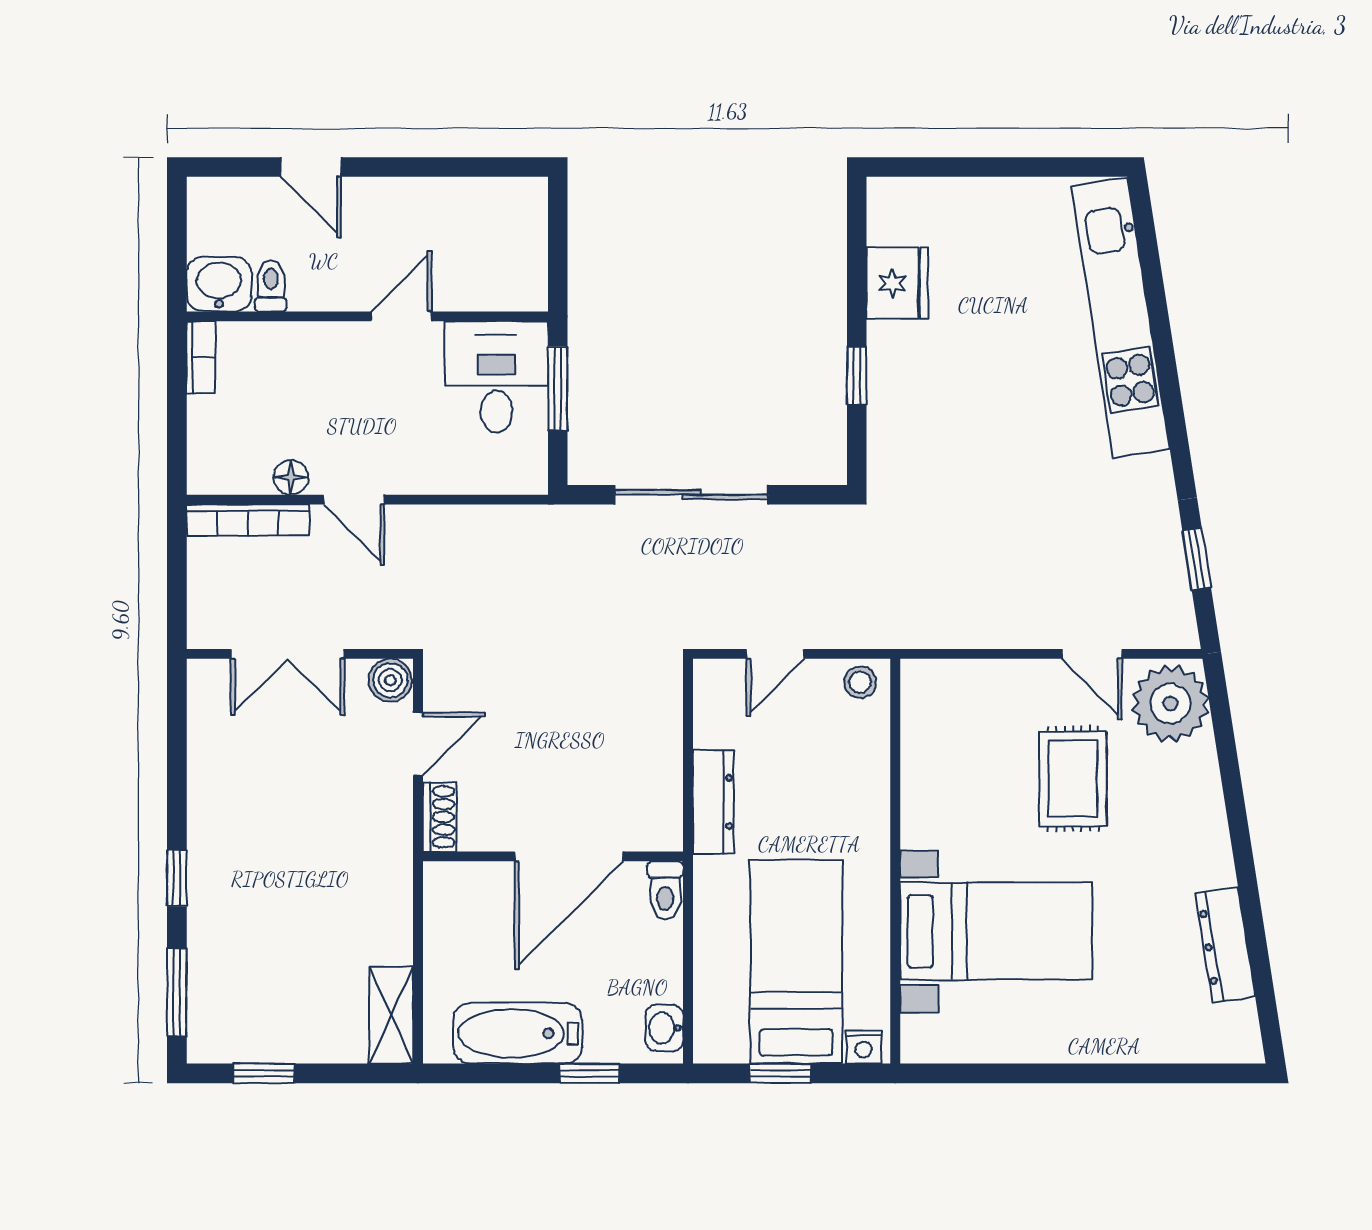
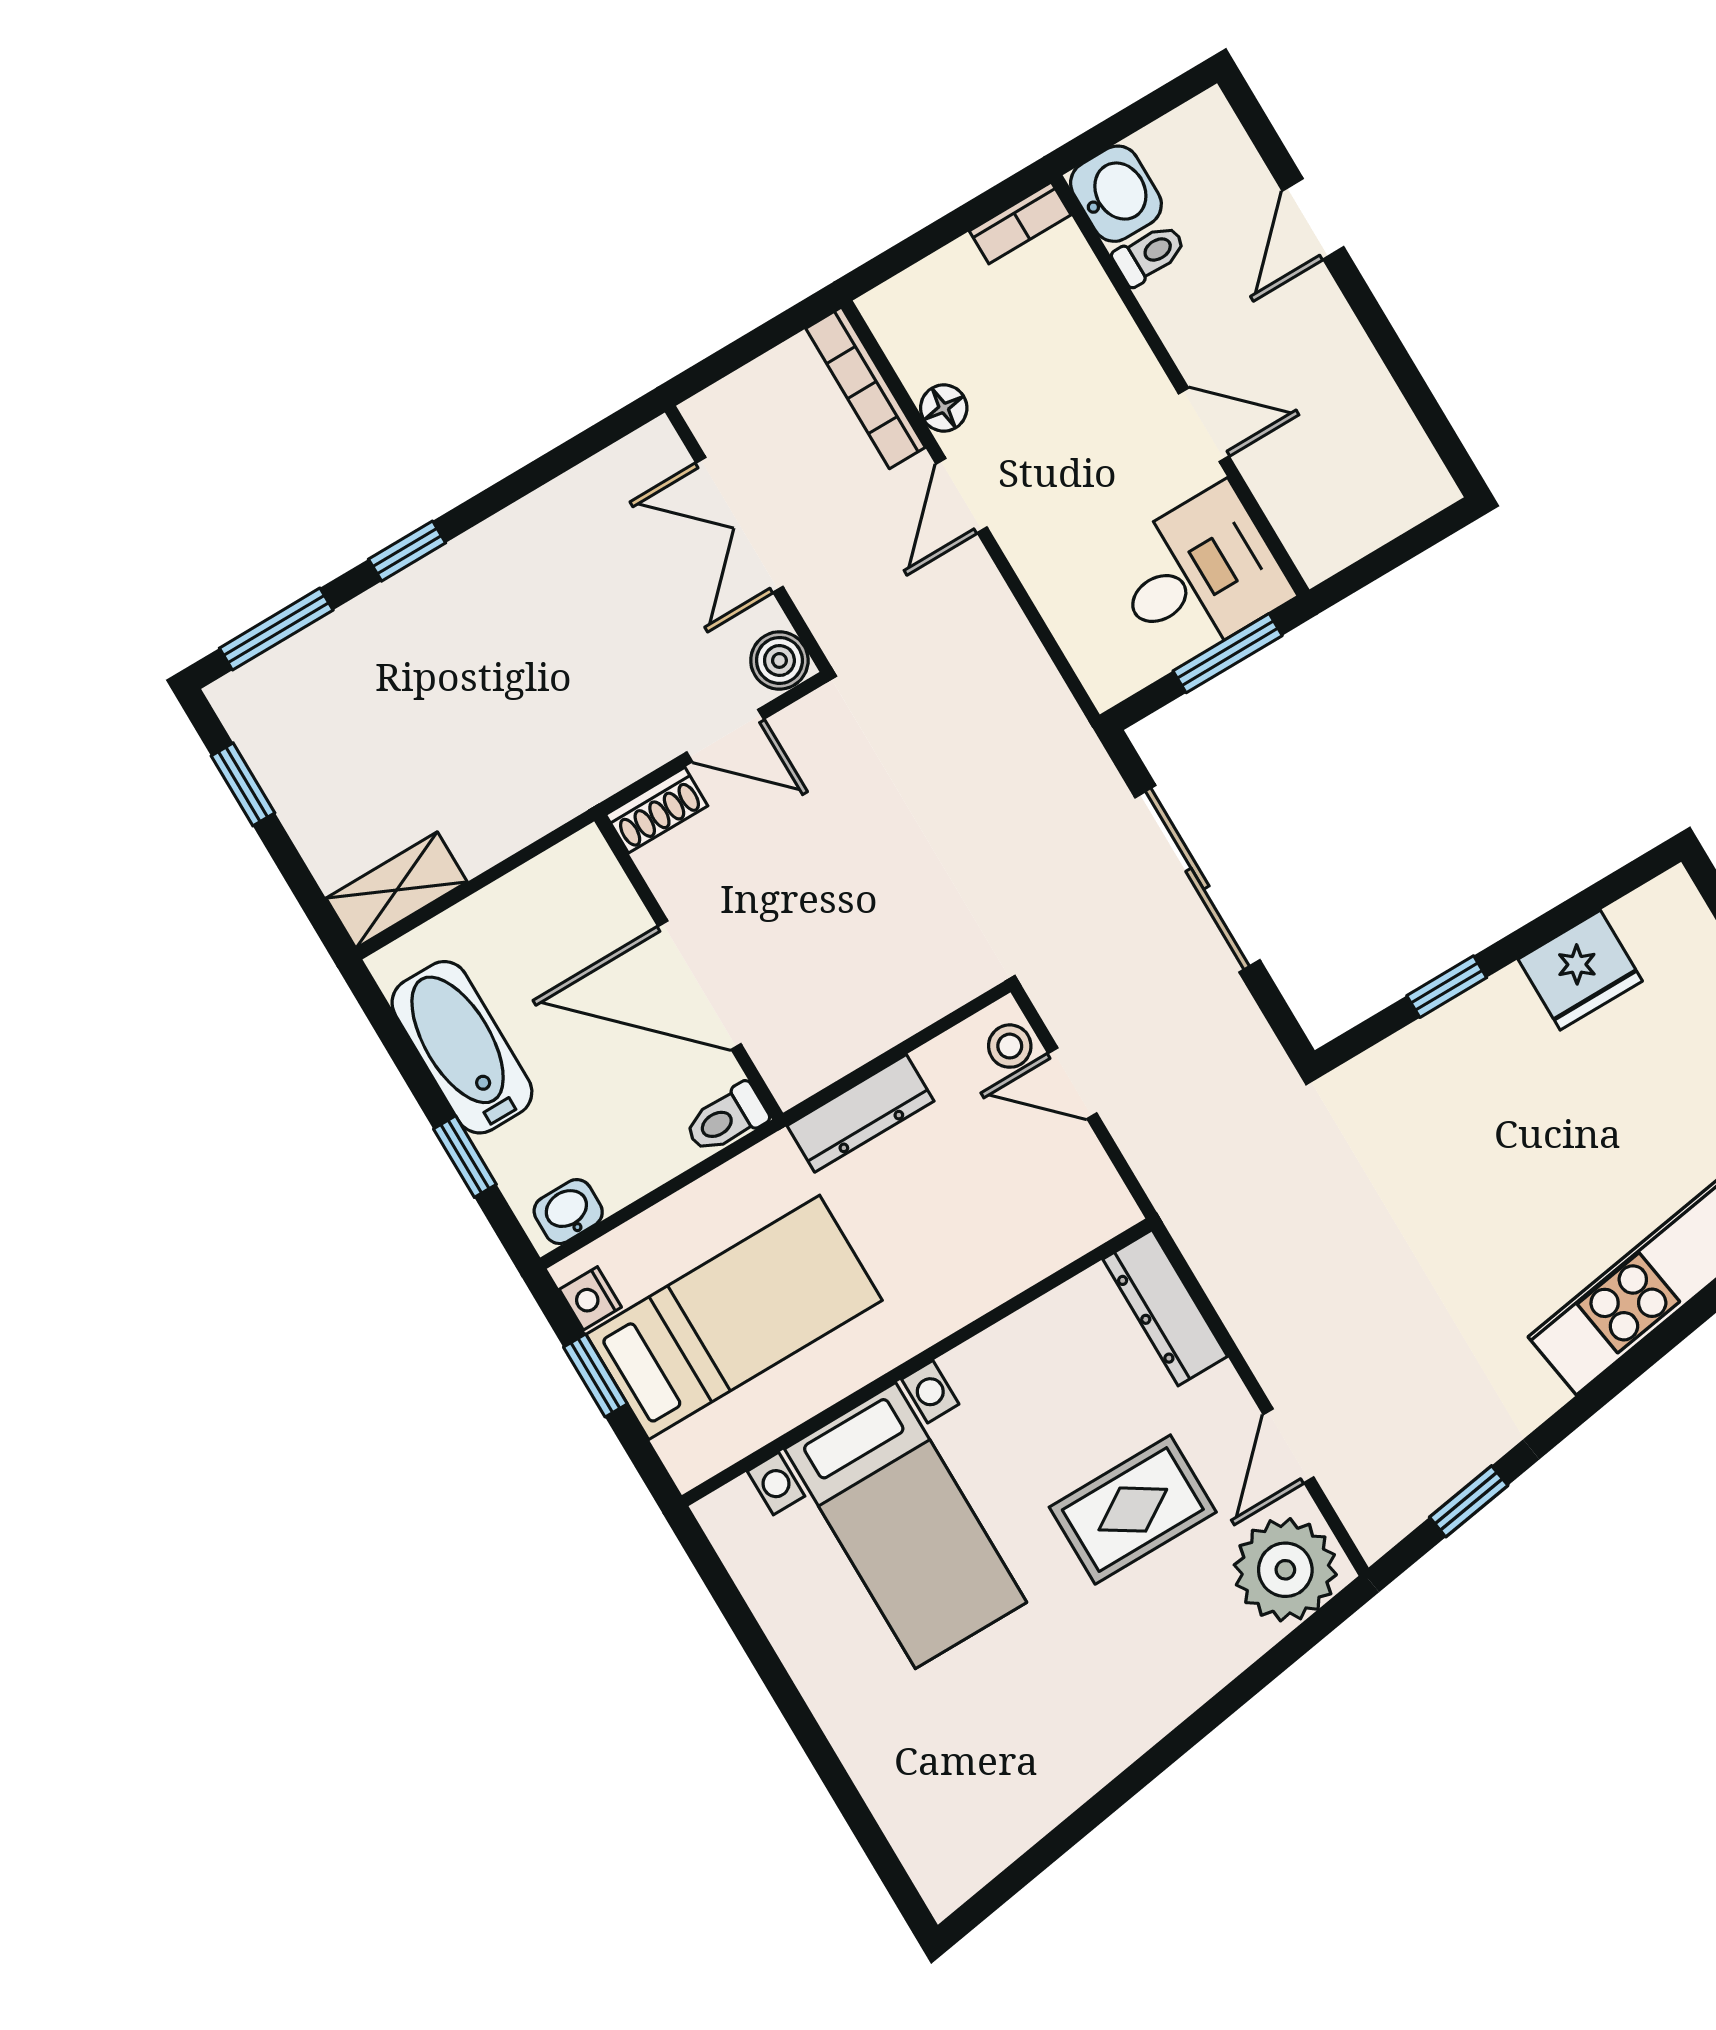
stool: (860, 682) -> (1010, 1046), moved
dresser: (1225, 945) -> (1165, 1308), moved, turned -81
nightstand: (864, 1047) -> (590, 1298), moved

